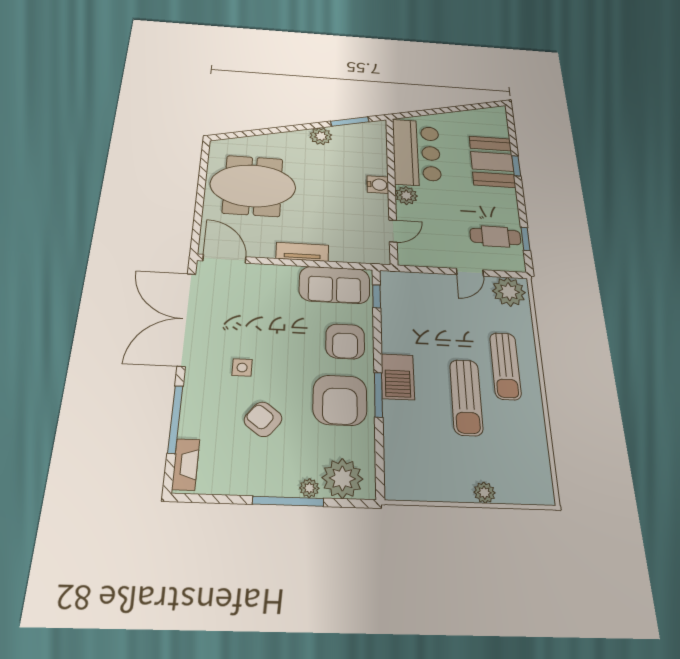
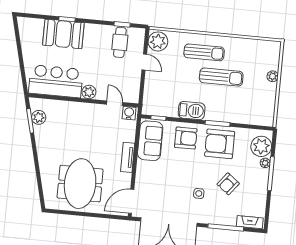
plant: (321, 136) -> (39, 117), moved
water cooler: (378, 185) -> (129, 113), moved
barbecue: (398, 377) -> (192, 111), moved
armchair: (340, 400) -> (220, 144), turned 180

